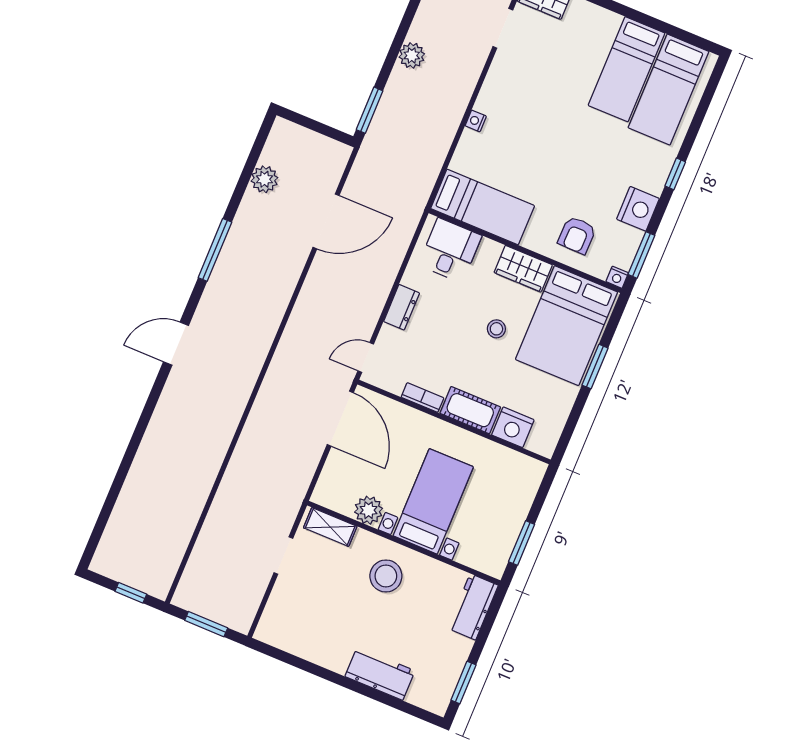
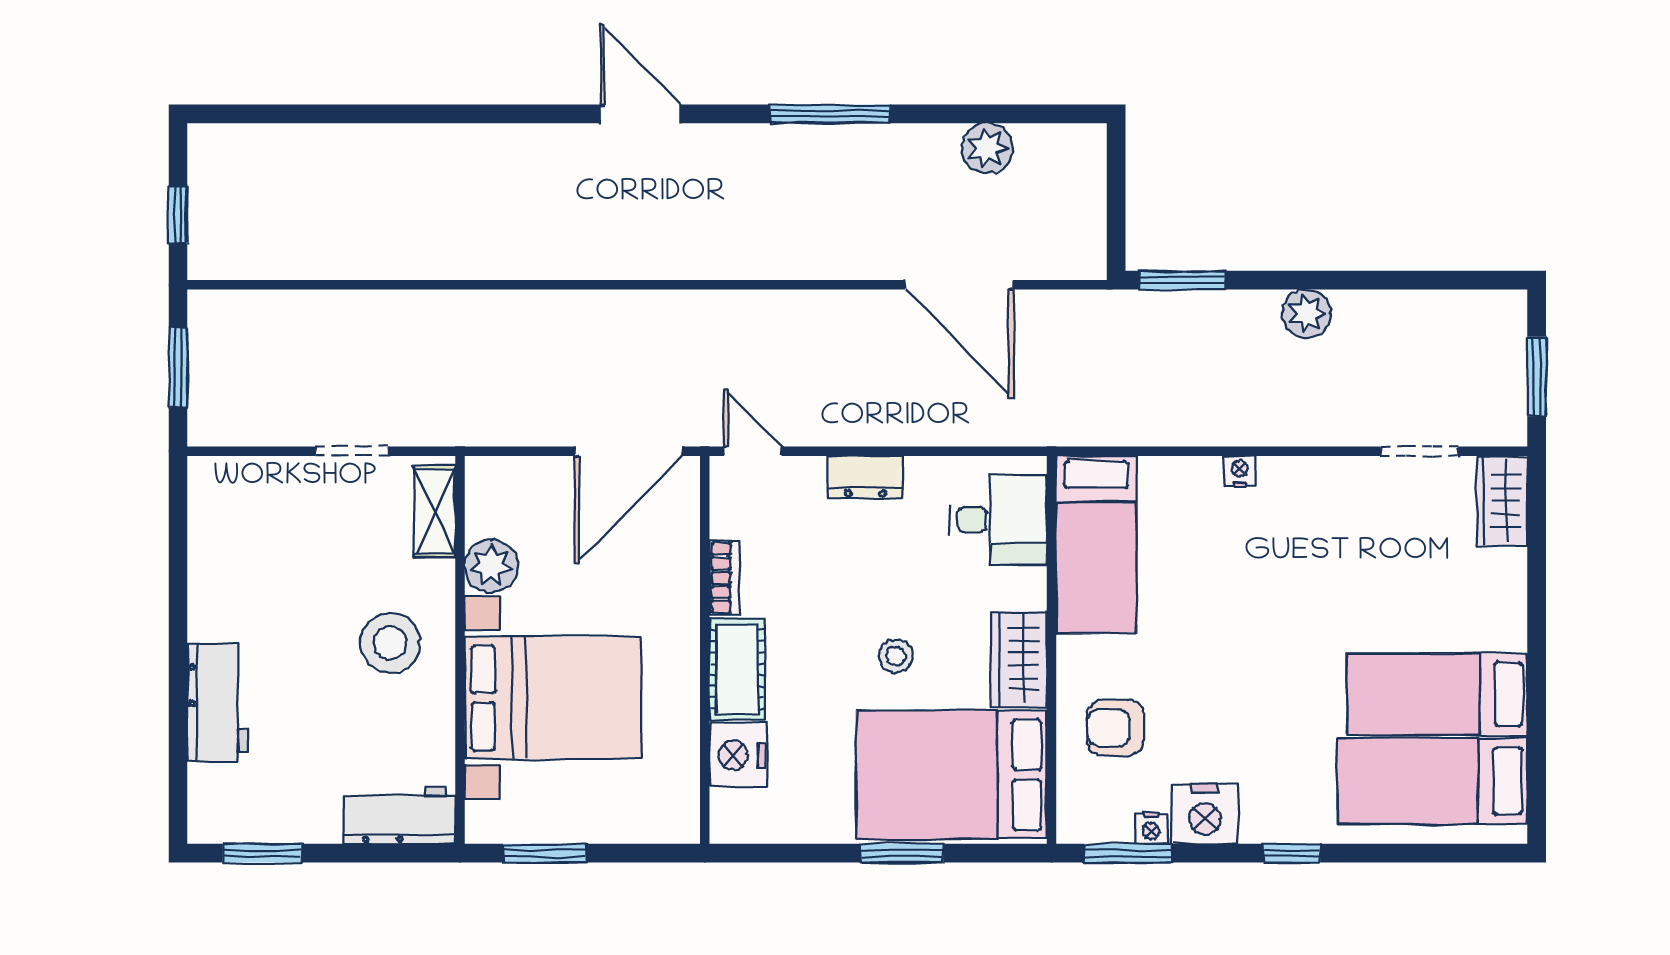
nightstand: (617, 277) -> (1151, 828), moved, turned -90
bed with nightstands: (433, 501) -> (553, 698), width x1.36

